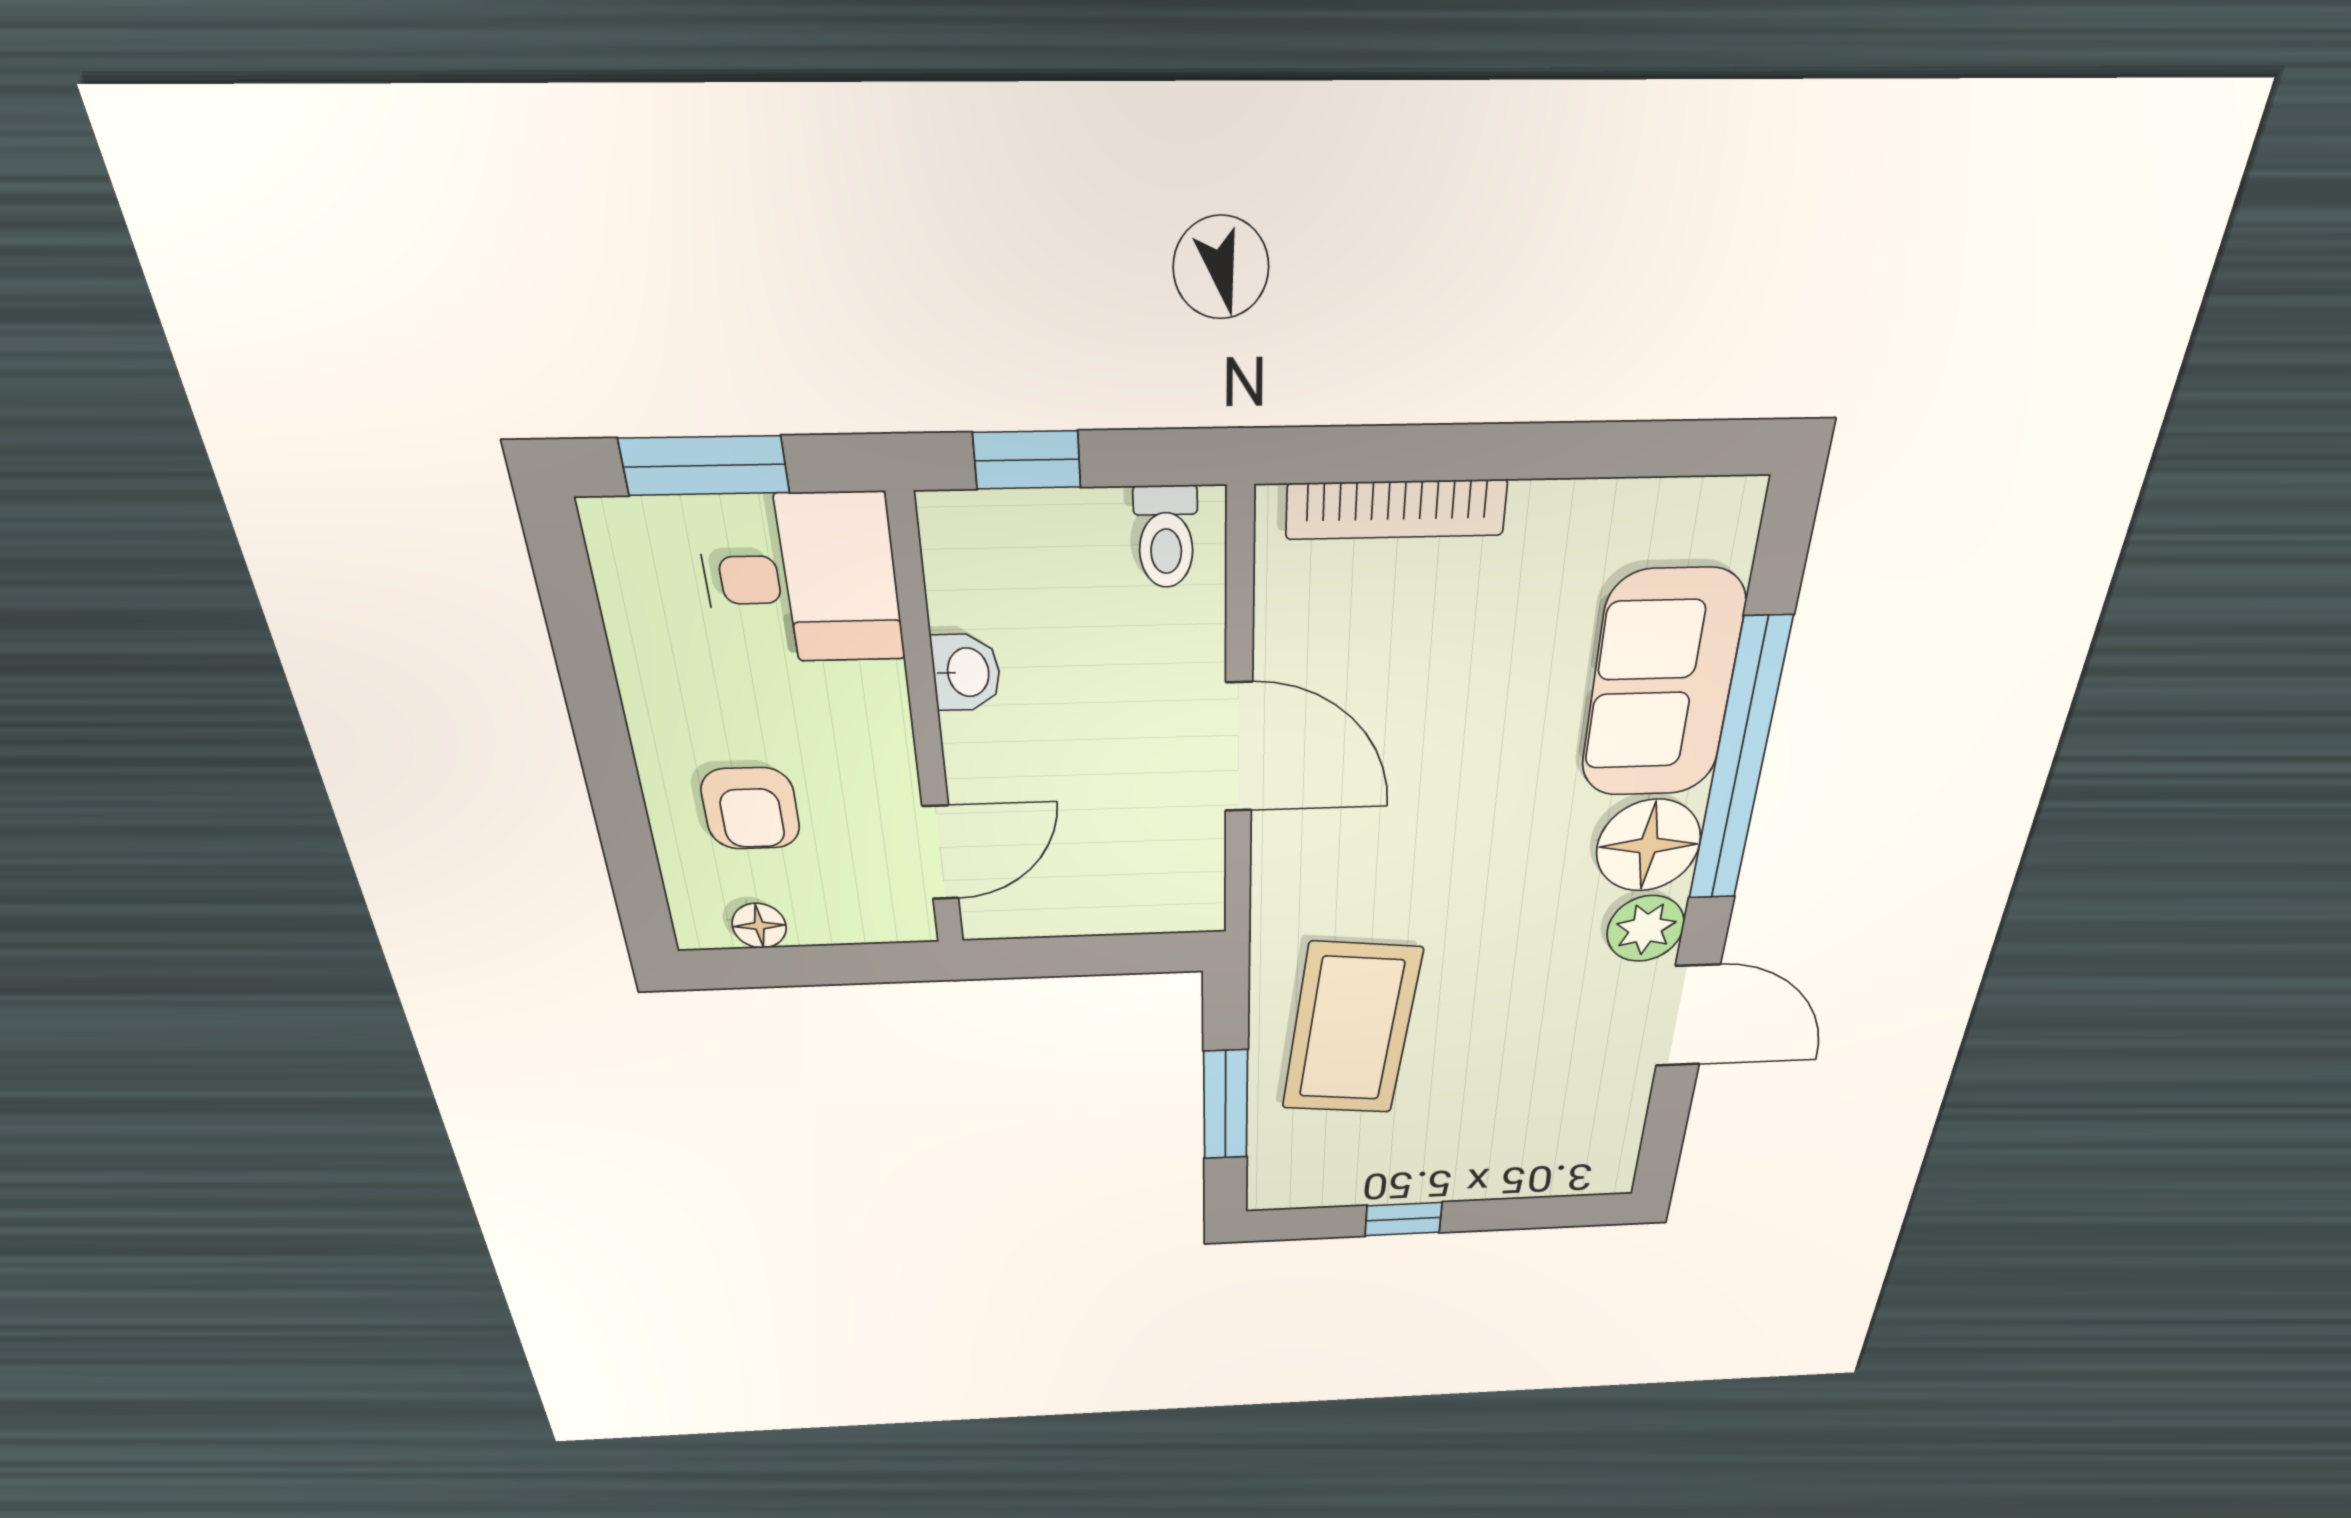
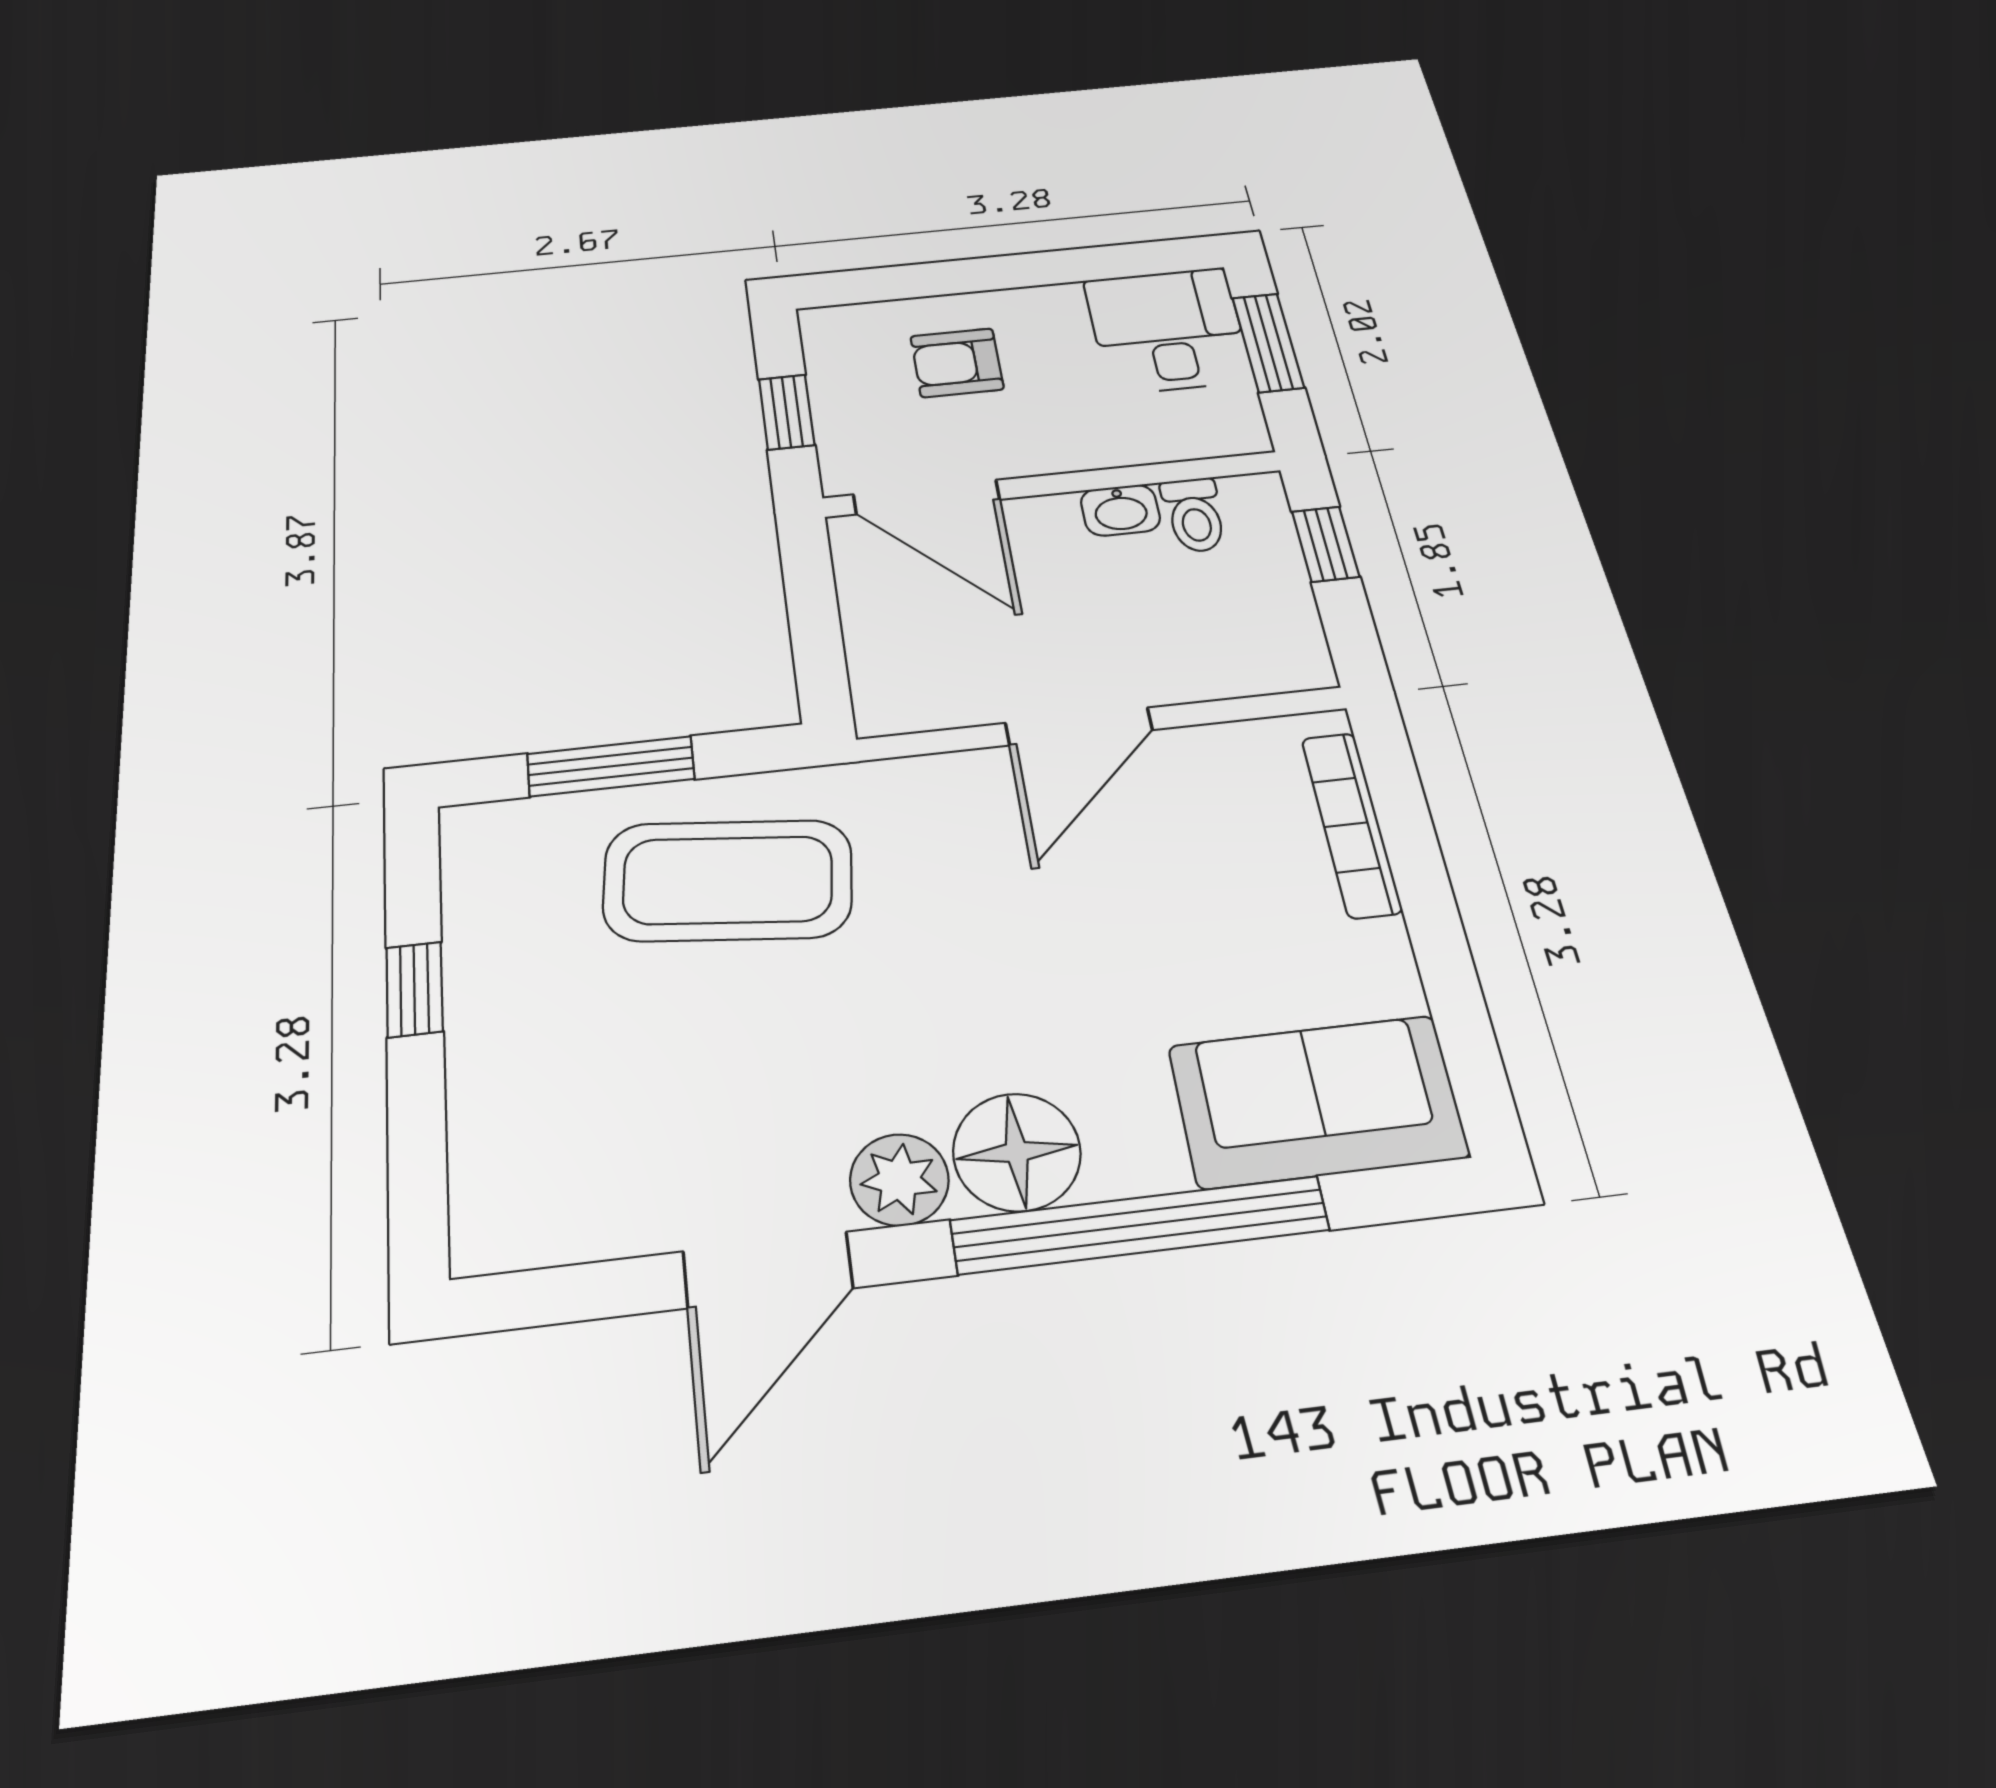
toilet: (1166, 537) -> (1194, 515), moved, turned -90
desk: (801, 579) -> (1168, 330), moved, turned 180
sofa: (1662, 685) -> (1318, 1101), moved
door: (941, 853) -> (926, 497), width x1.38
floor lamp: (759, 926) -> (829, 366), removed
window: (824, 965) -> (787, 412), added

